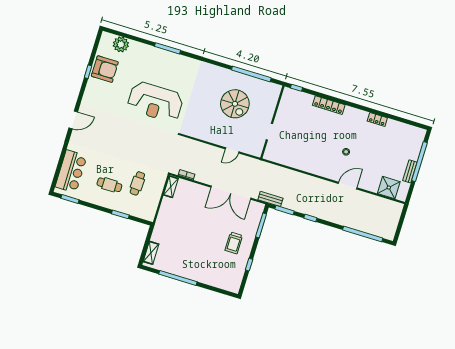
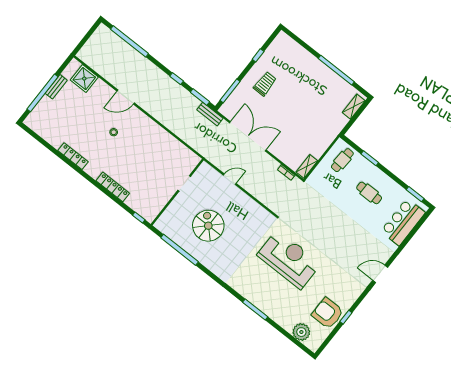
locker: (377, 119) -> (73, 156), width x1.53
cafe table: (137, 183) -> (342, 160), moved

